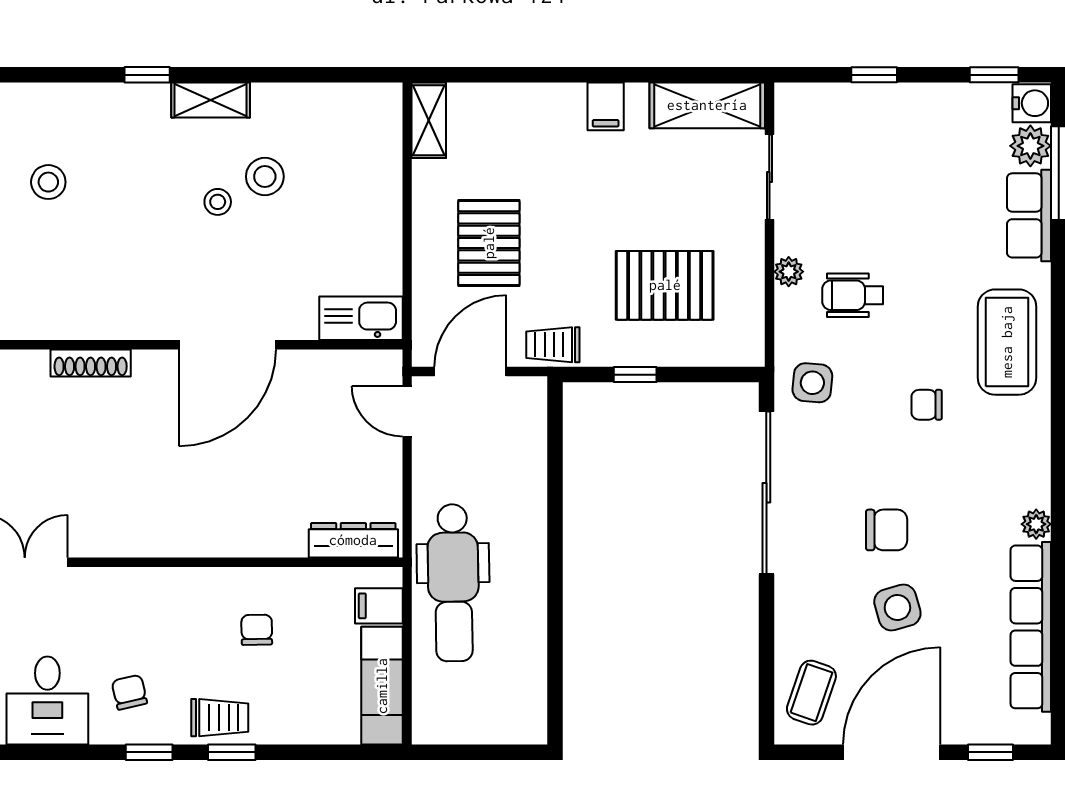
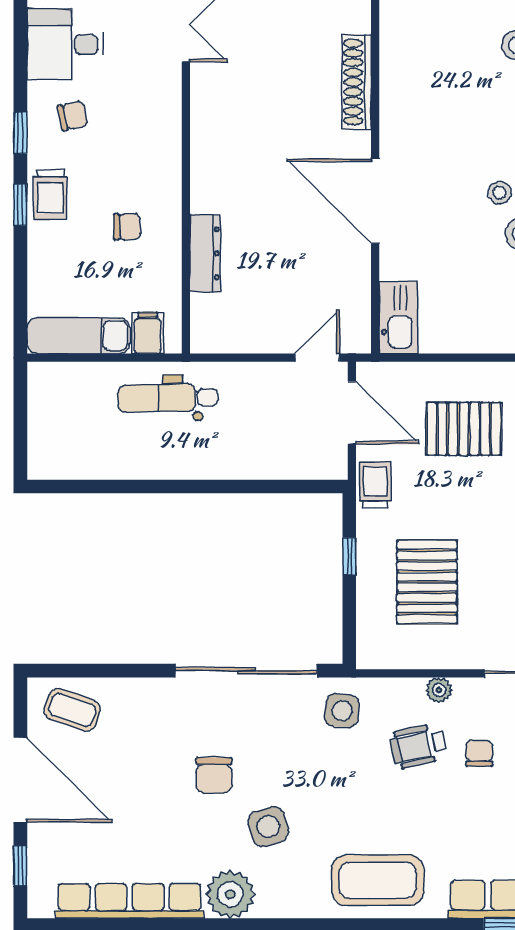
wheelchair: (853, 295) -> (418, 746), turned -103
shoe rack: (91, 363) -> (357, 82), width x1.36, depth x1.24
chair: (927, 405) -> (479, 753), moved
plant: (1036, 524) -> (230, 894), width x1.87, depth x1.87
dresser: (353, 540) -> (205, 253), moved
dental chair: (453, 583) -> (168, 398), width x0.73, depth x0.72
side table: (897, 608) -> (268, 827), moved

